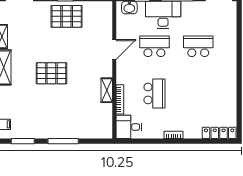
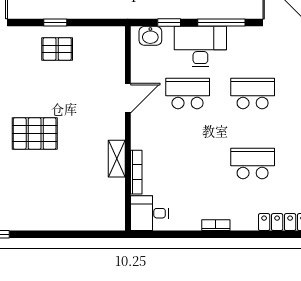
pallet: (67, 16) -> (57, 49), width x0.67, depth x0.71
school desk: (154, 93) -> (253, 163), moved, turned -90
window: (63, 141) -> (52, 234), removed

